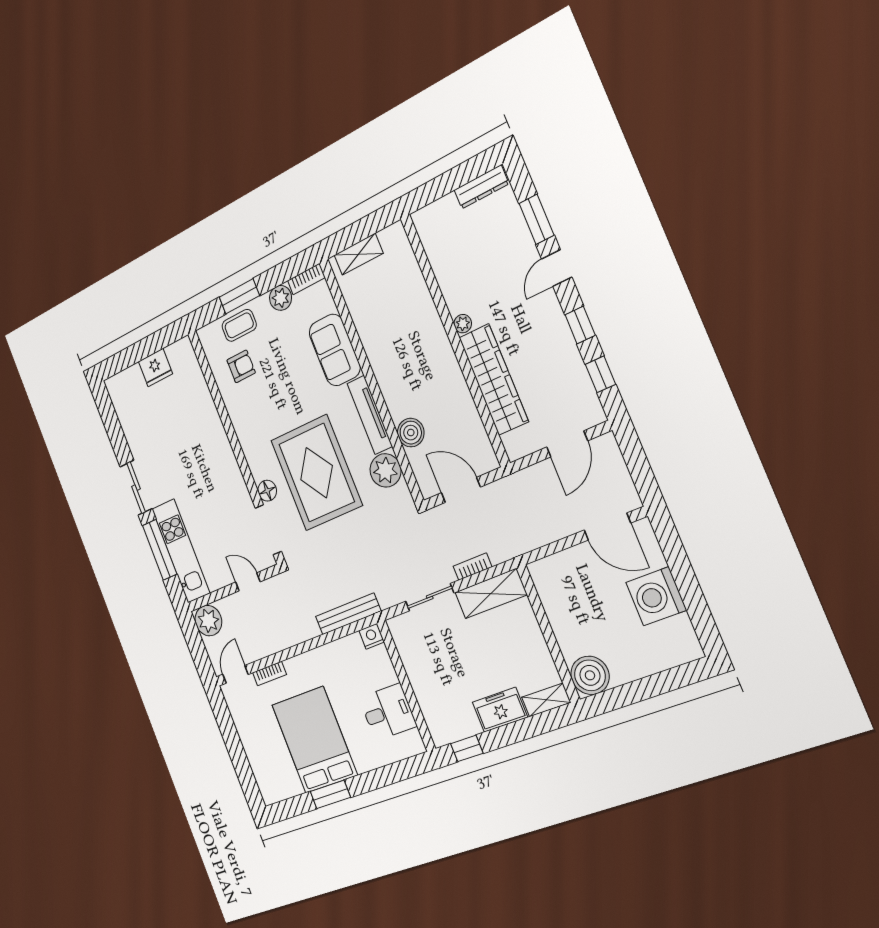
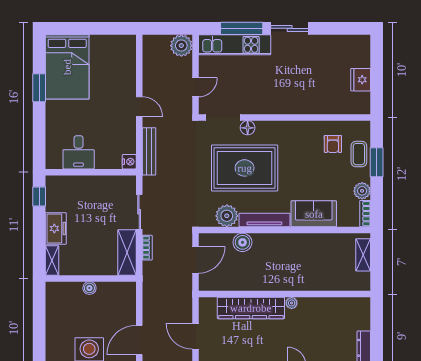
door: (235, 674) -> (139, 107), moved
bookcase: (269, 674) -> (131, 77), removed
boiler: (590, 675) -> (89, 288), moved, width x0.54, depth x0.54
bed: (314, 740) -> (67, 67), moved, turned 90

